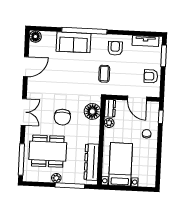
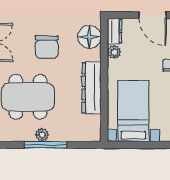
dresser: (91, 162) -> (91, 88), moved
window: (70, 186) -> (46, 145), moved

